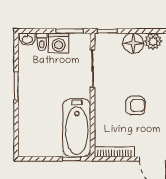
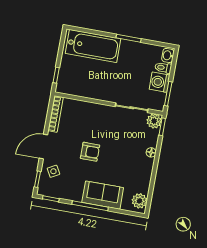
plant: (153, 41) -> (154, 121), moved
floor lamp: (133, 43) -> (151, 152), width x0.53, depth x0.53
armchair: (135, 106) -> (90, 152), moved, turned -90
bathtub: (77, 128) -> (93, 46), moved, turned 180

